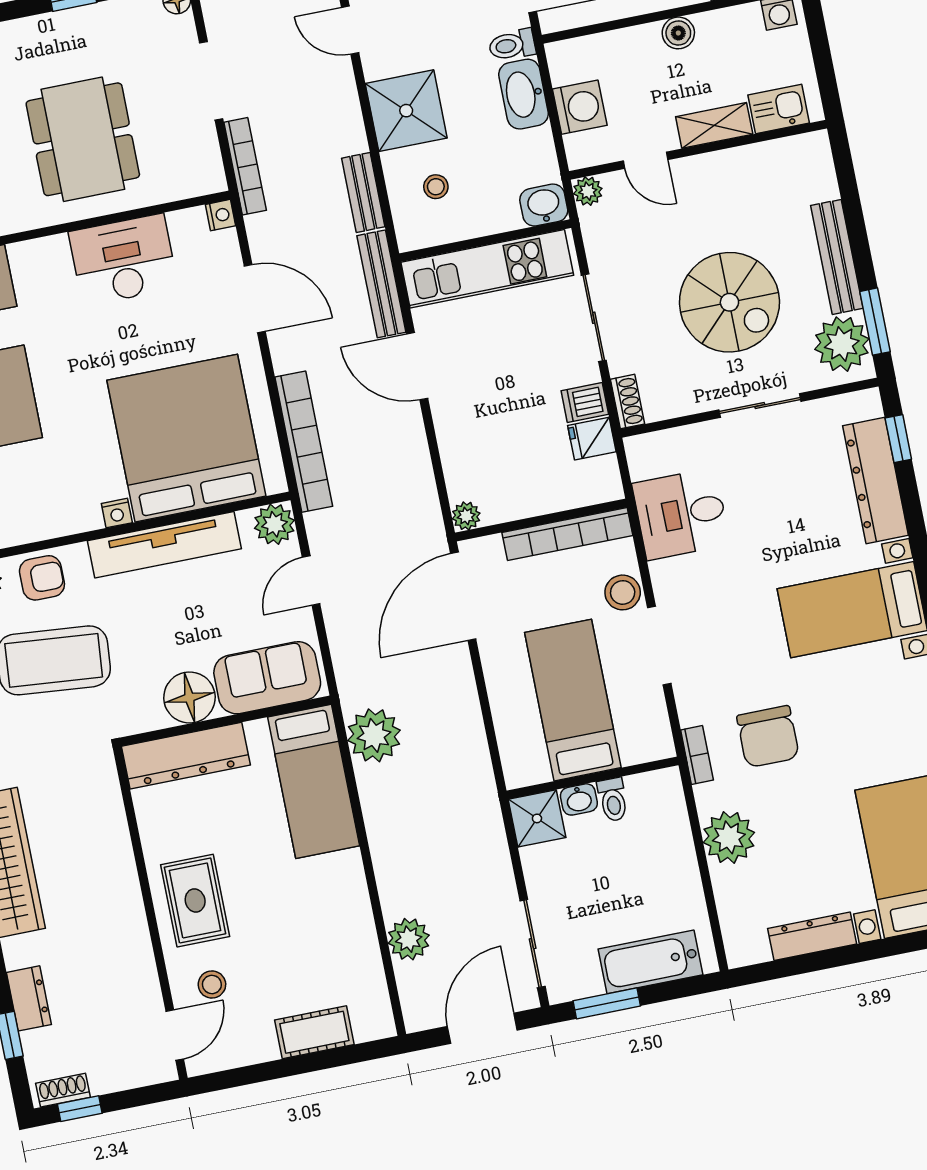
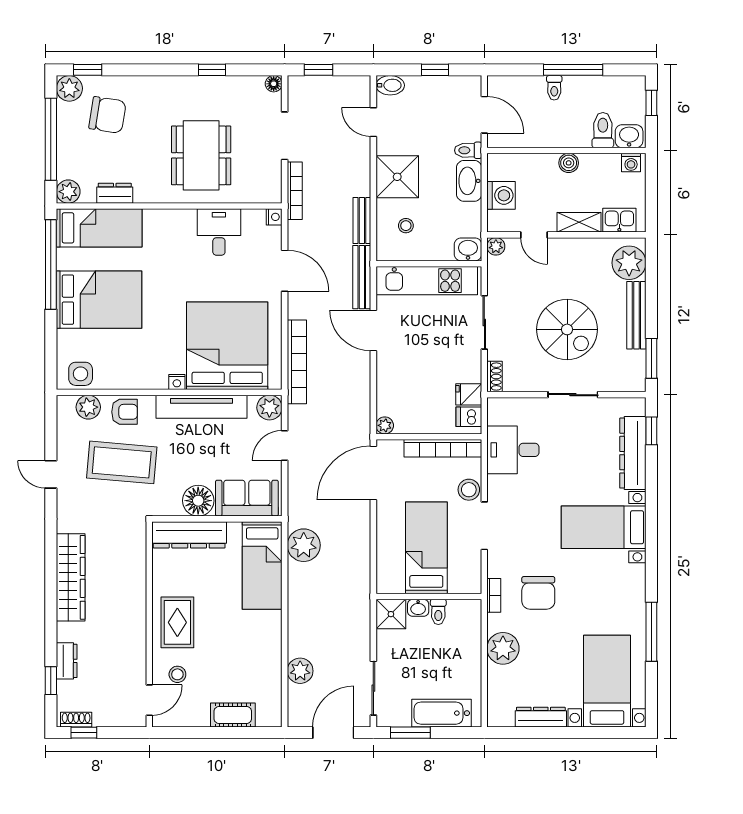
desk: (123, 260) -> (219, 232), width x0.73
plant: (842, 344) -> (629, 263), moved
dishwasher: (585, 402) -> (469, 417), moved

